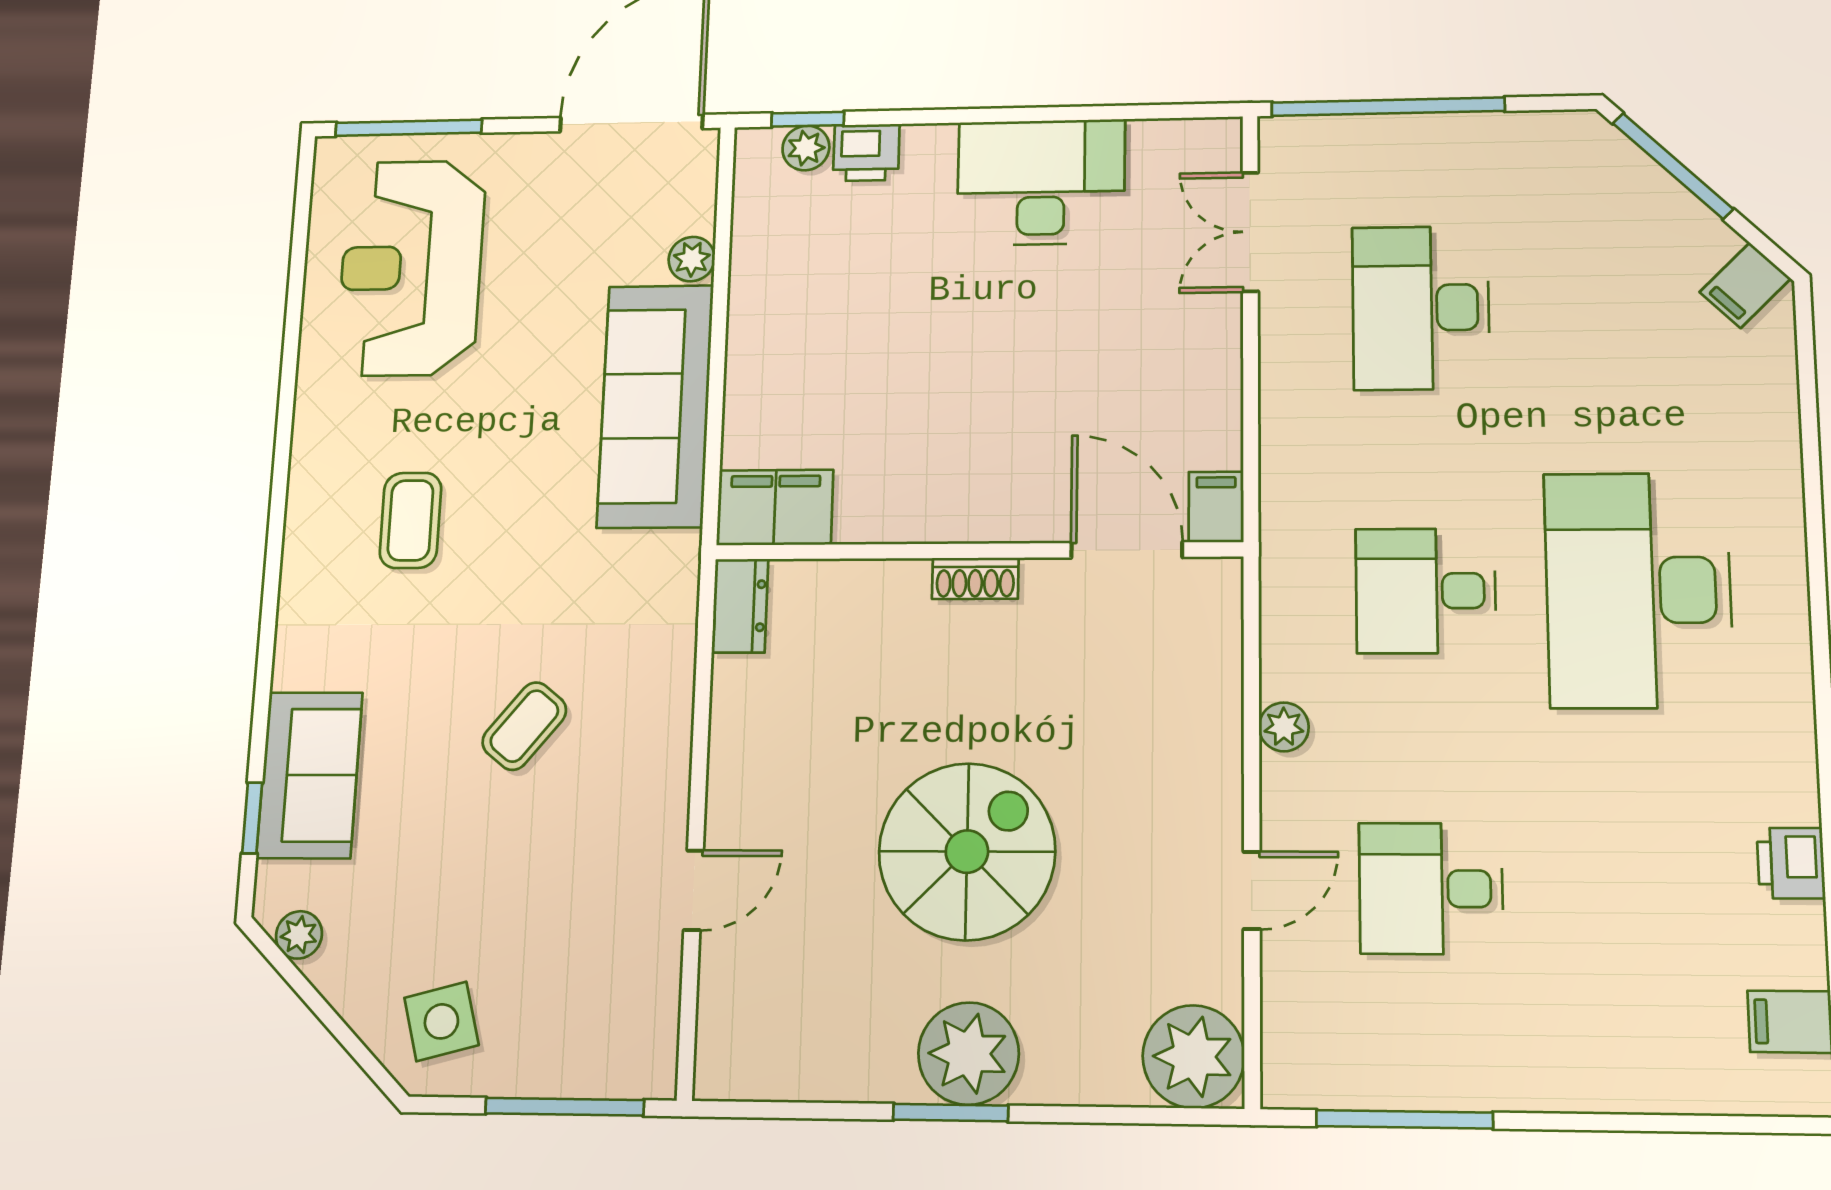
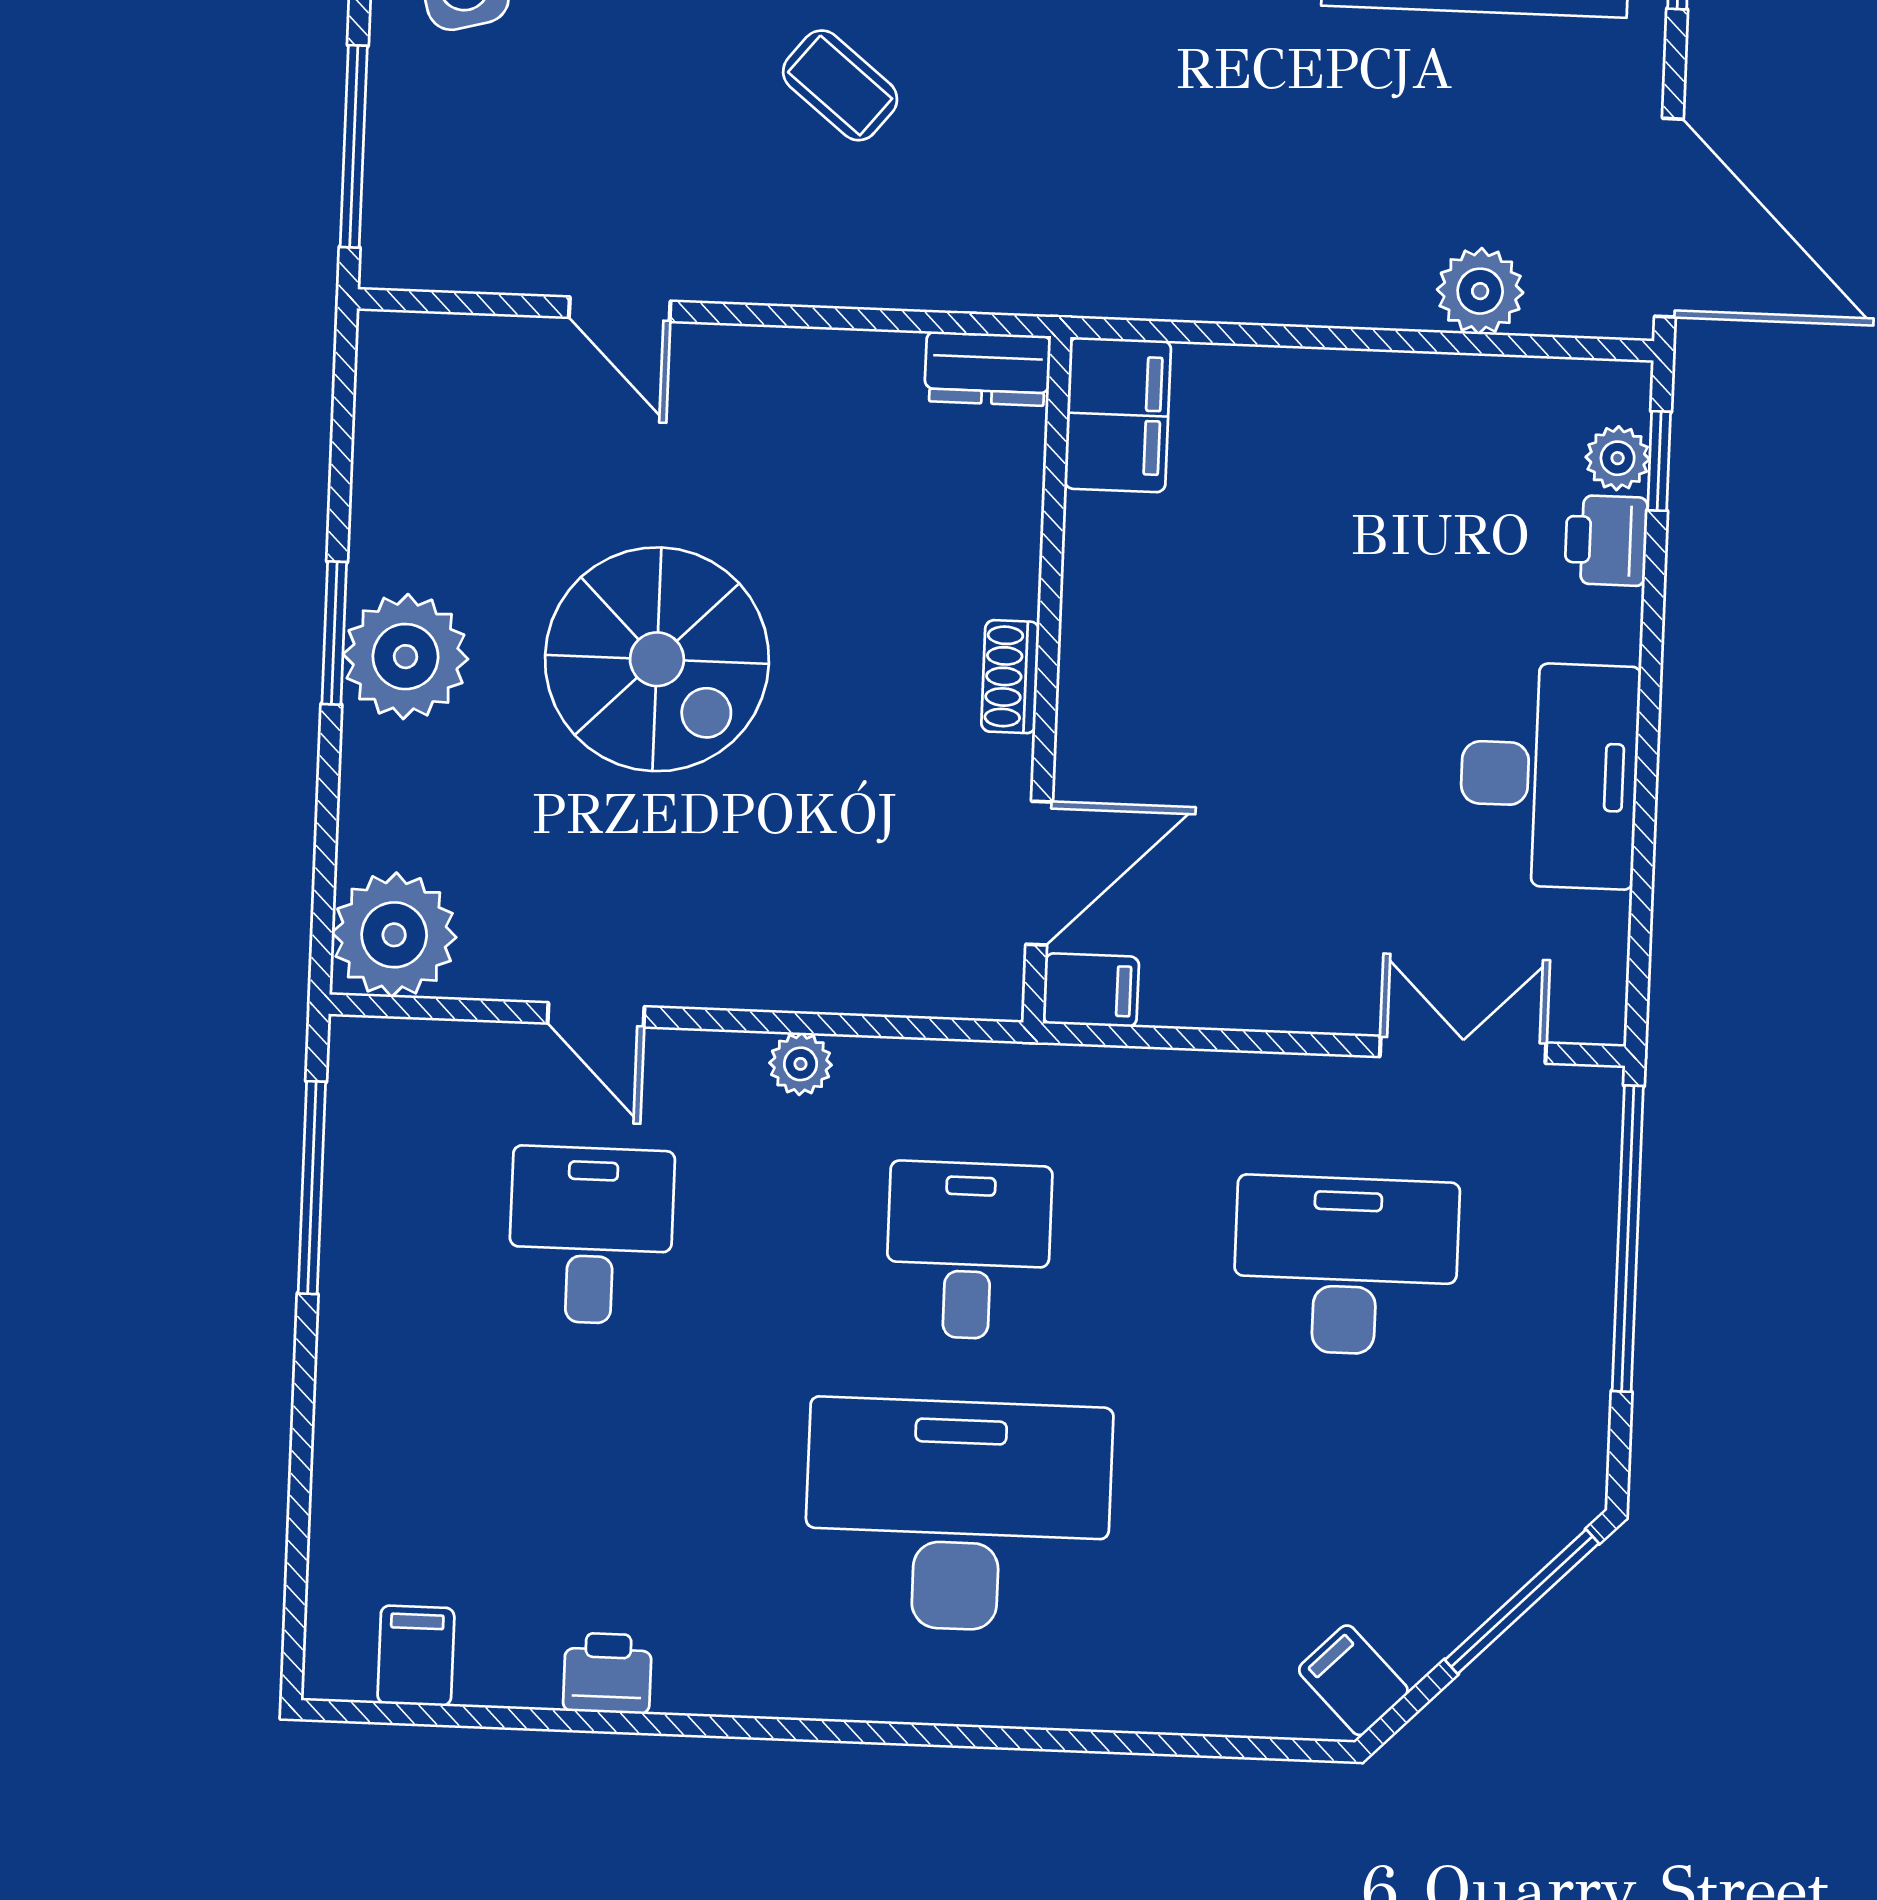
plant: (692, 259) -> (1480, 291), width x1.38, depth x1.38
sofa: (655, 406) -> (1265, 255), removed

